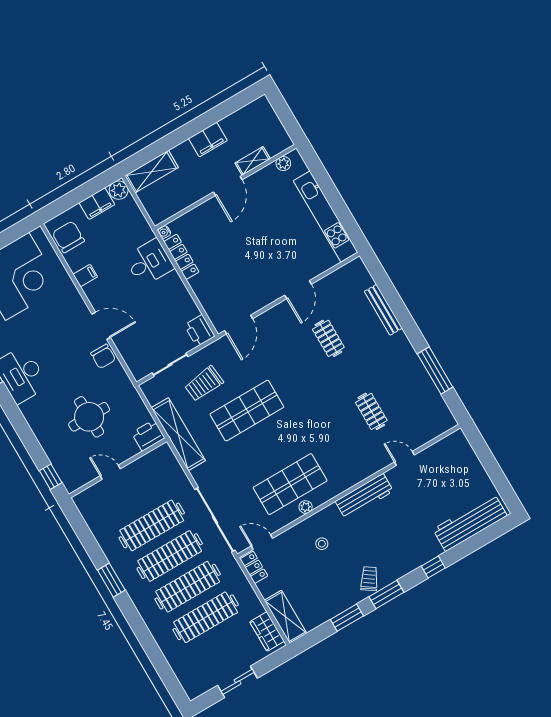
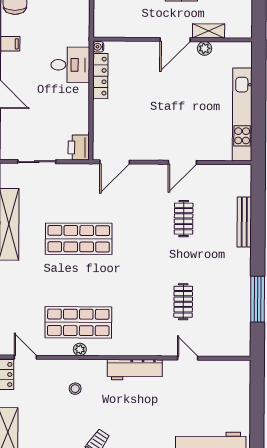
plant: (283, 164) -> (205, 48), moved
trolley: (204, 384) -> (56, 194), removed

